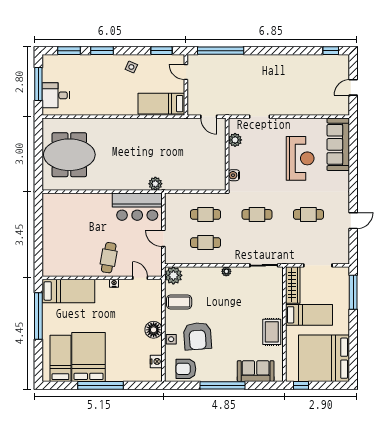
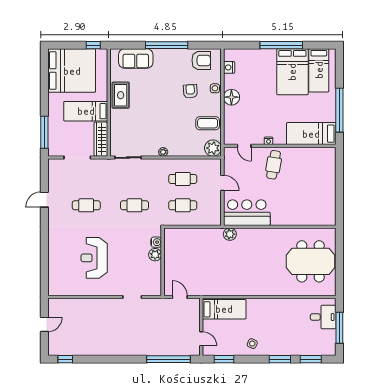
plant: (235, 140) -> (155, 255), moved
sofa: (338, 144) -> (58, 271), removed
armchair: (197, 336) -> (190, 91), width x0.53, depth x0.53

